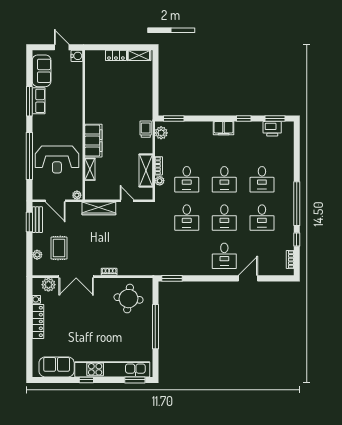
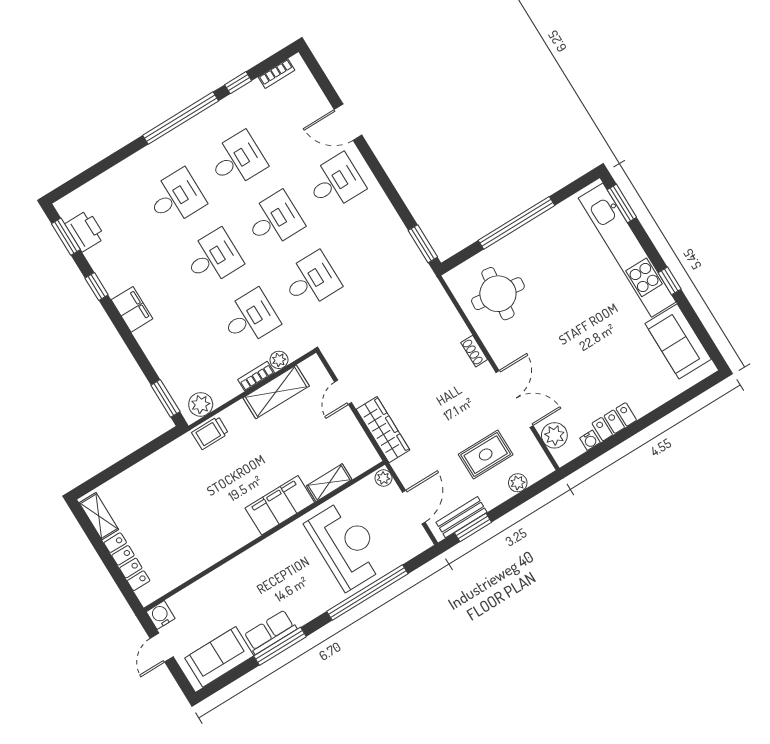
locker: (116, 55) -> (127, 562), width x1.53
locker: (38, 321) -> (614, 422), width x0.66

